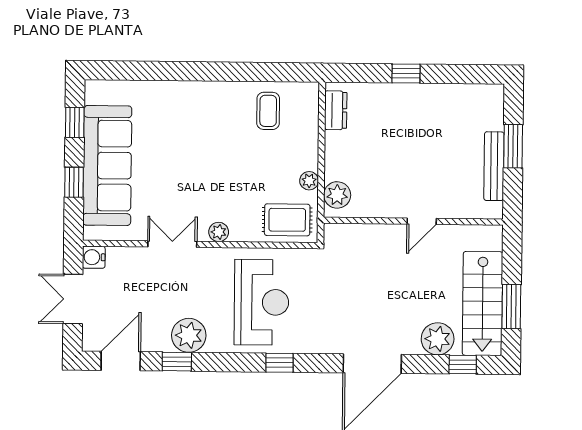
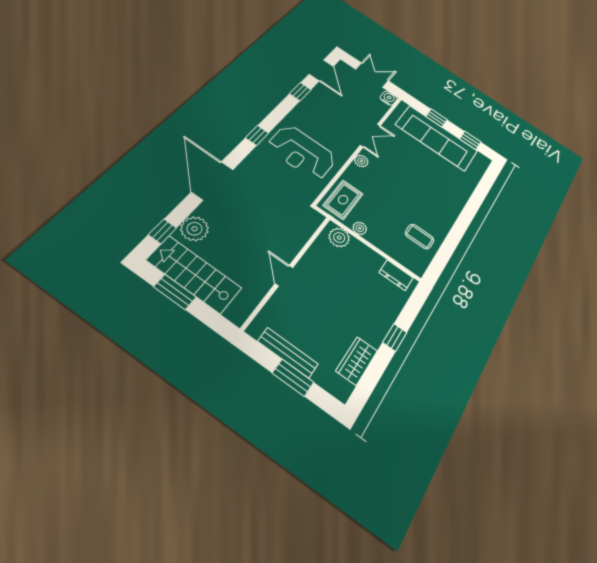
wardrobe: (456, 97) -> (357, 361), added
plant: (189, 335) -> (311, 107), removed

